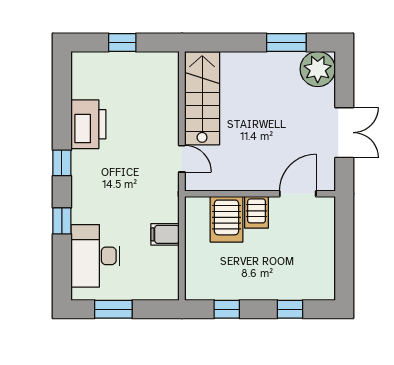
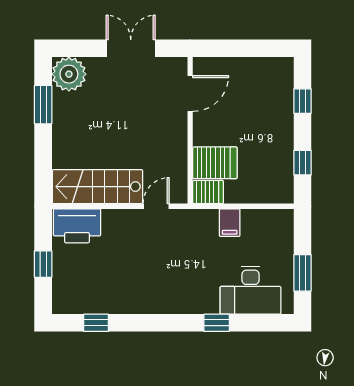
printer: (88, 124) -> (77, 226), moved, turned 180
window: (62, 163) -> (96, 323), moved
door: (298, 194) -> (190, 94), swing flipped
server rack: (256, 212) -> (208, 192), moved

